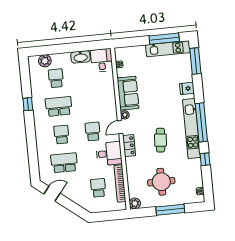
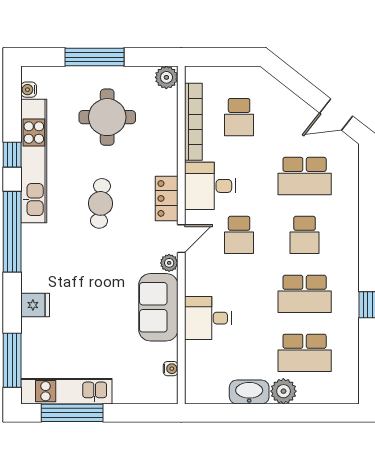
desk: (102, 60) -> (208, 318), moved, turned 90
plant: (45, 61) -> (283, 391), moved
school desk: (56, 78) -> (305, 353), width x1.85
kitchen unit: (192, 129) -> (34, 161), moved

